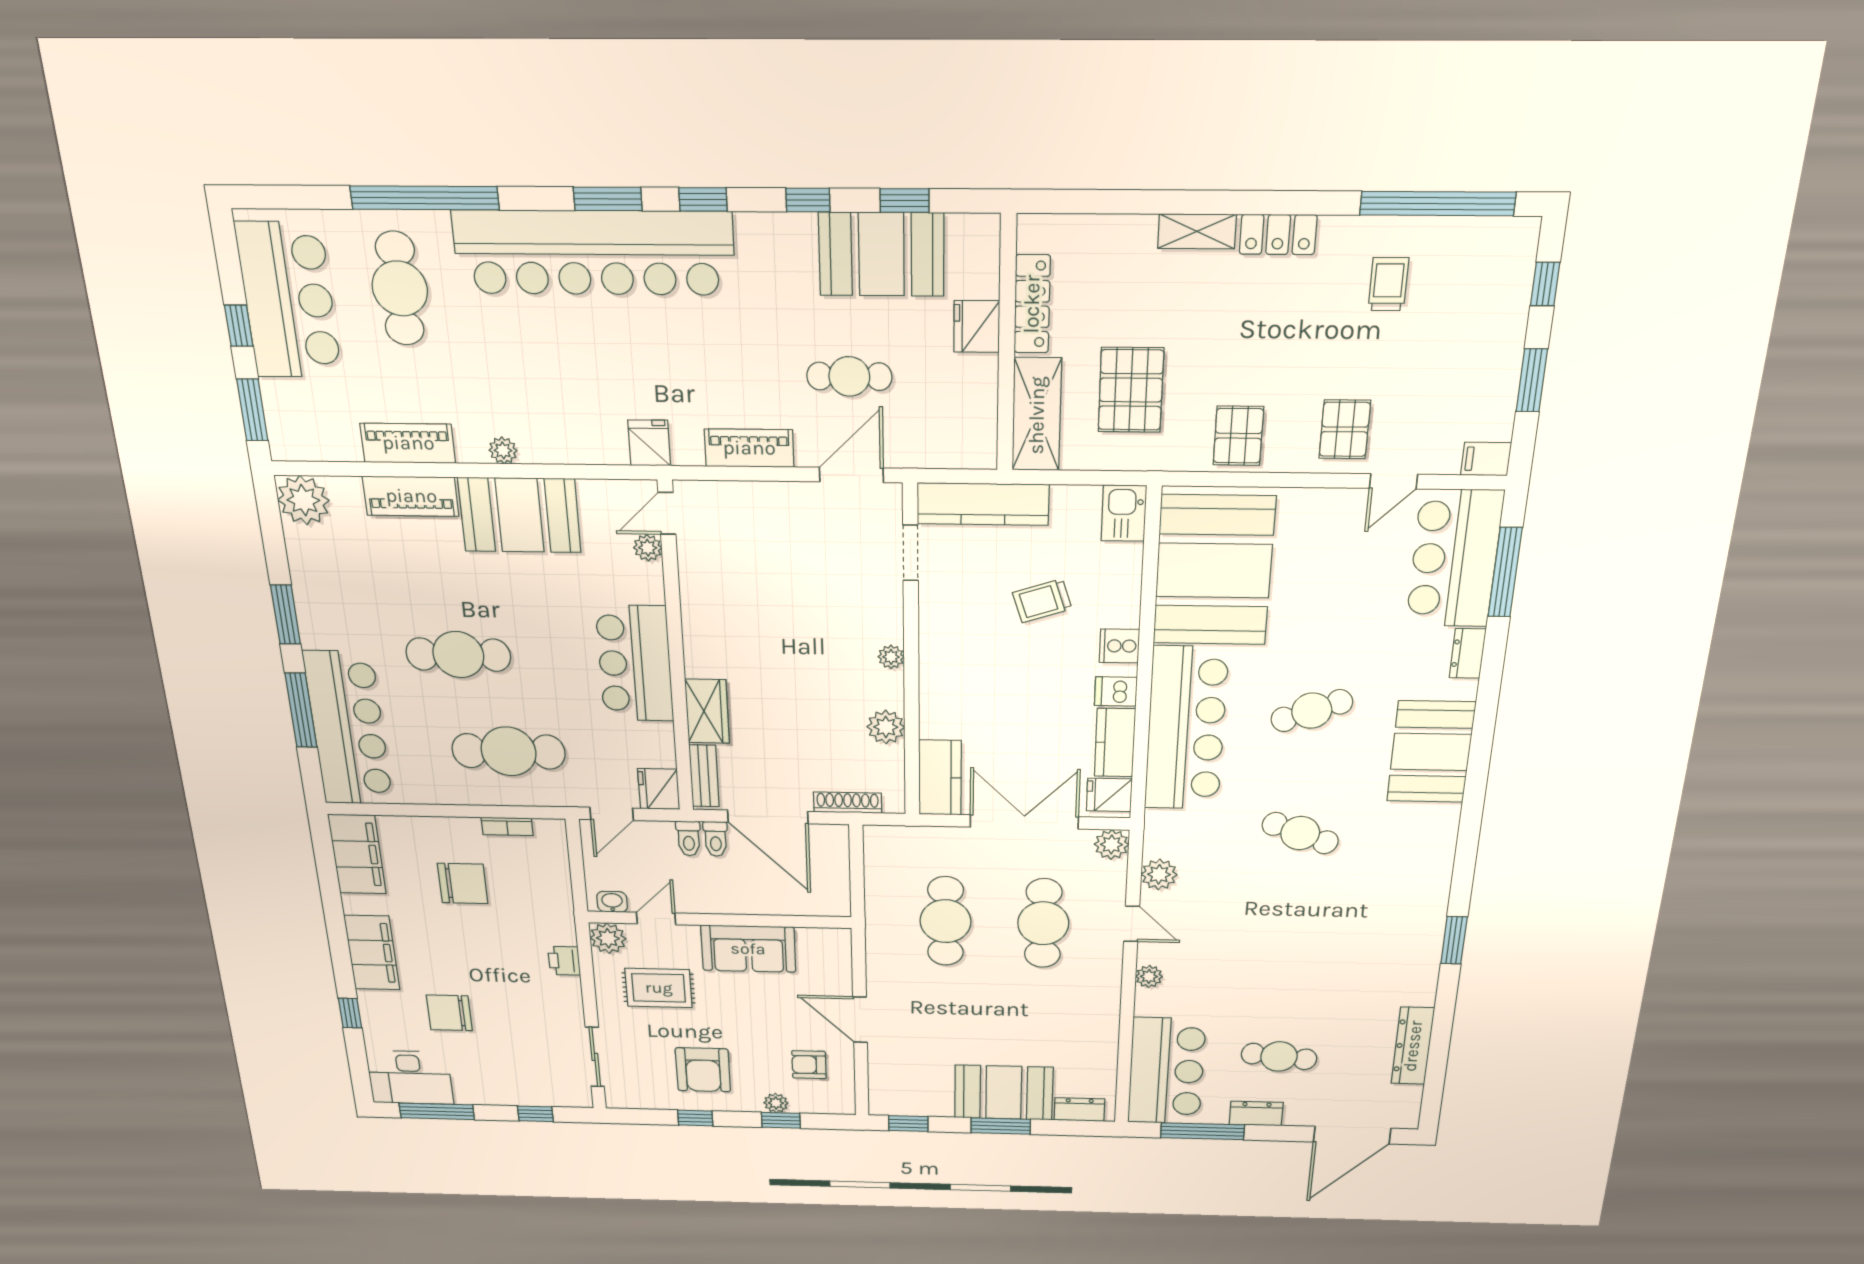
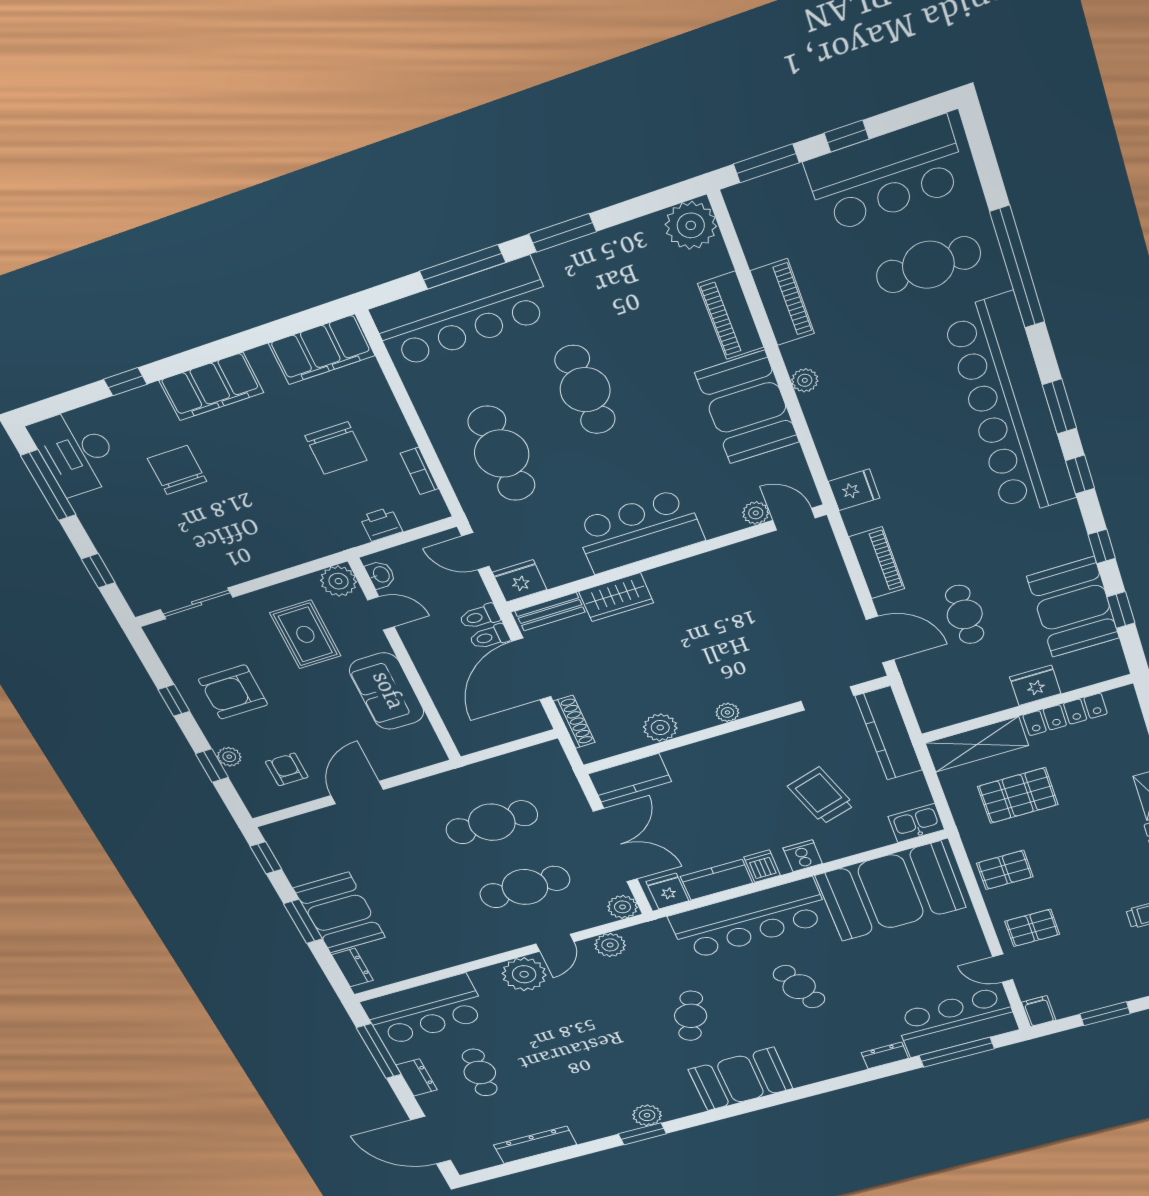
trolley: (1042, 601) -> (821, 796), width x1.36, depth x1.39
booth: (1431, 752) -> (741, 1079), moved
plant: (1428, 926) -> (647, 1115), added
printer: (564, 961) -> (381, 524), moved
plant: (1149, 976) -> (524, 974), width x1.88, depth x1.88

